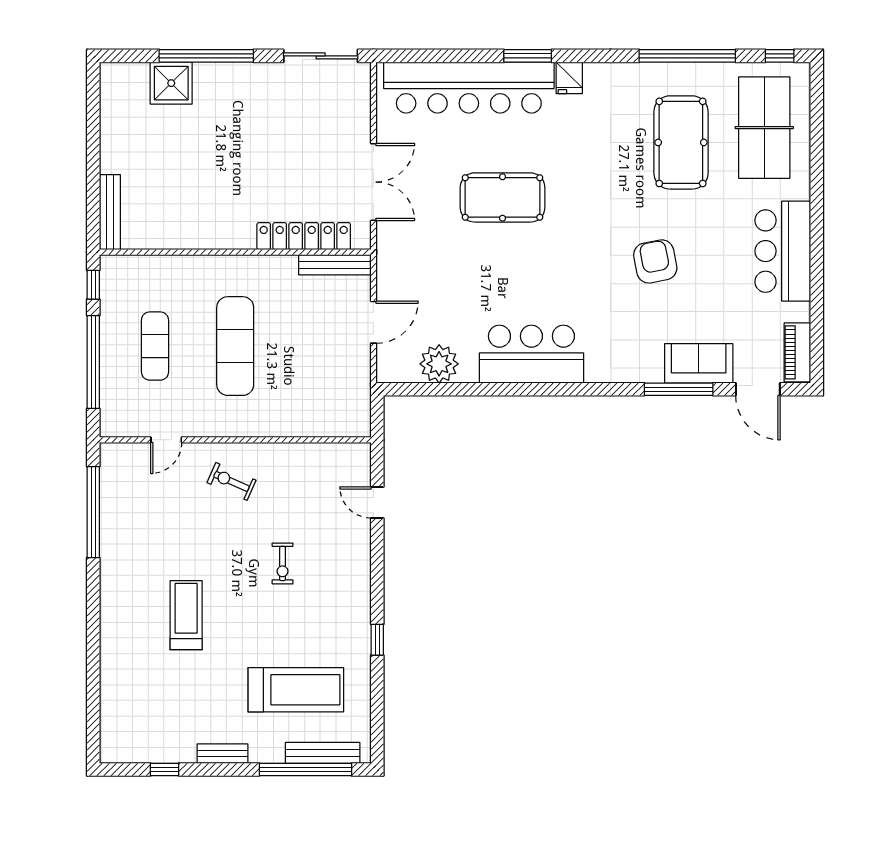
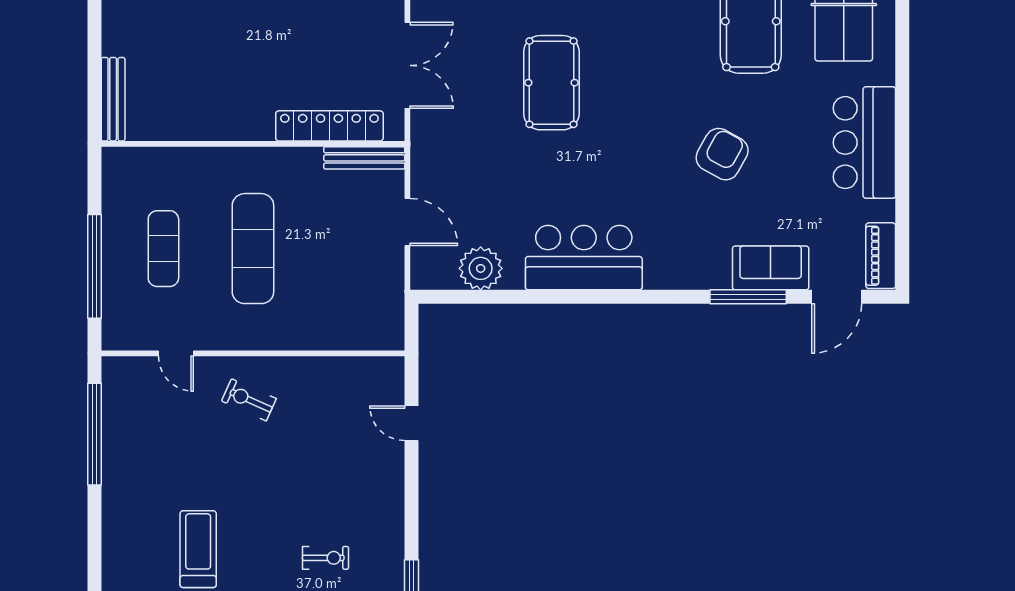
pool table: (503, 197) -> (551, 83), turned 90
armchair: (655, 261) -> (722, 154), turned 40
window: (93, 285) -> (94, 180), removed
door: (373, 322) -> (407, 222), hinge flipped
door: (758, 389) -> (837, 297), hinge flipped
door: (166, 440) -> (176, 353), hinge flipped
exercise bike: (283, 564) -> (326, 558), moved, turned -90

